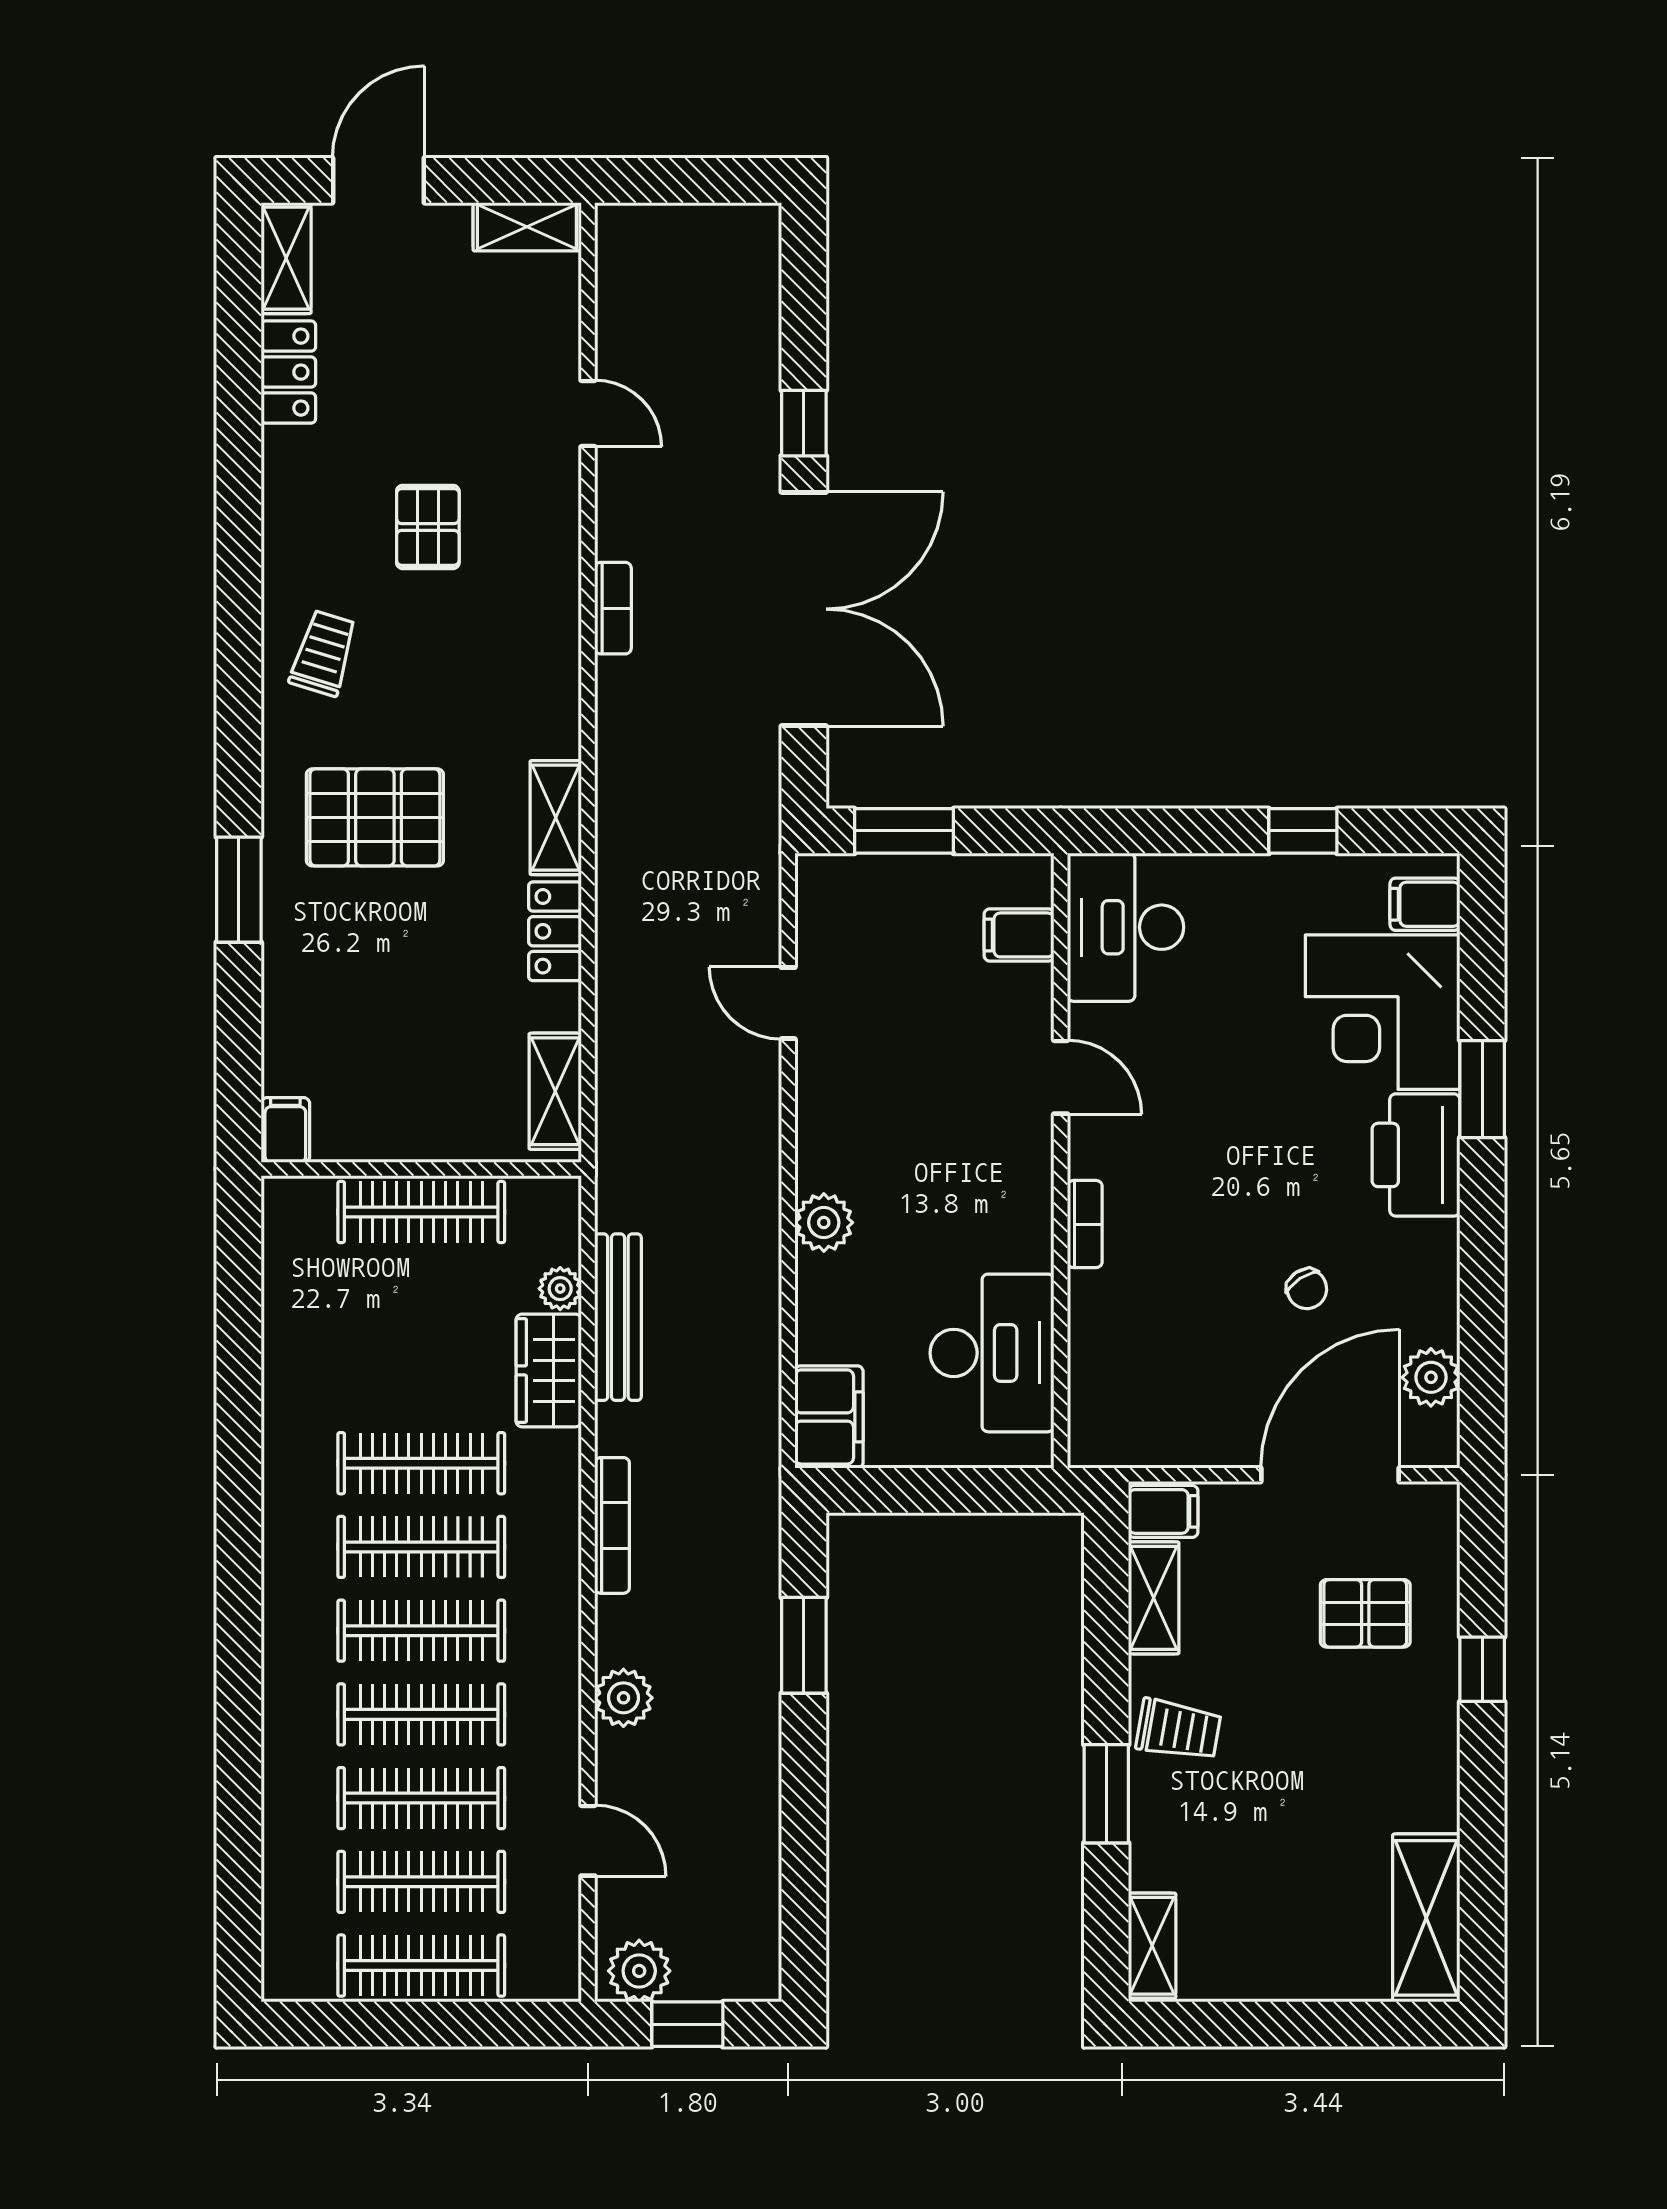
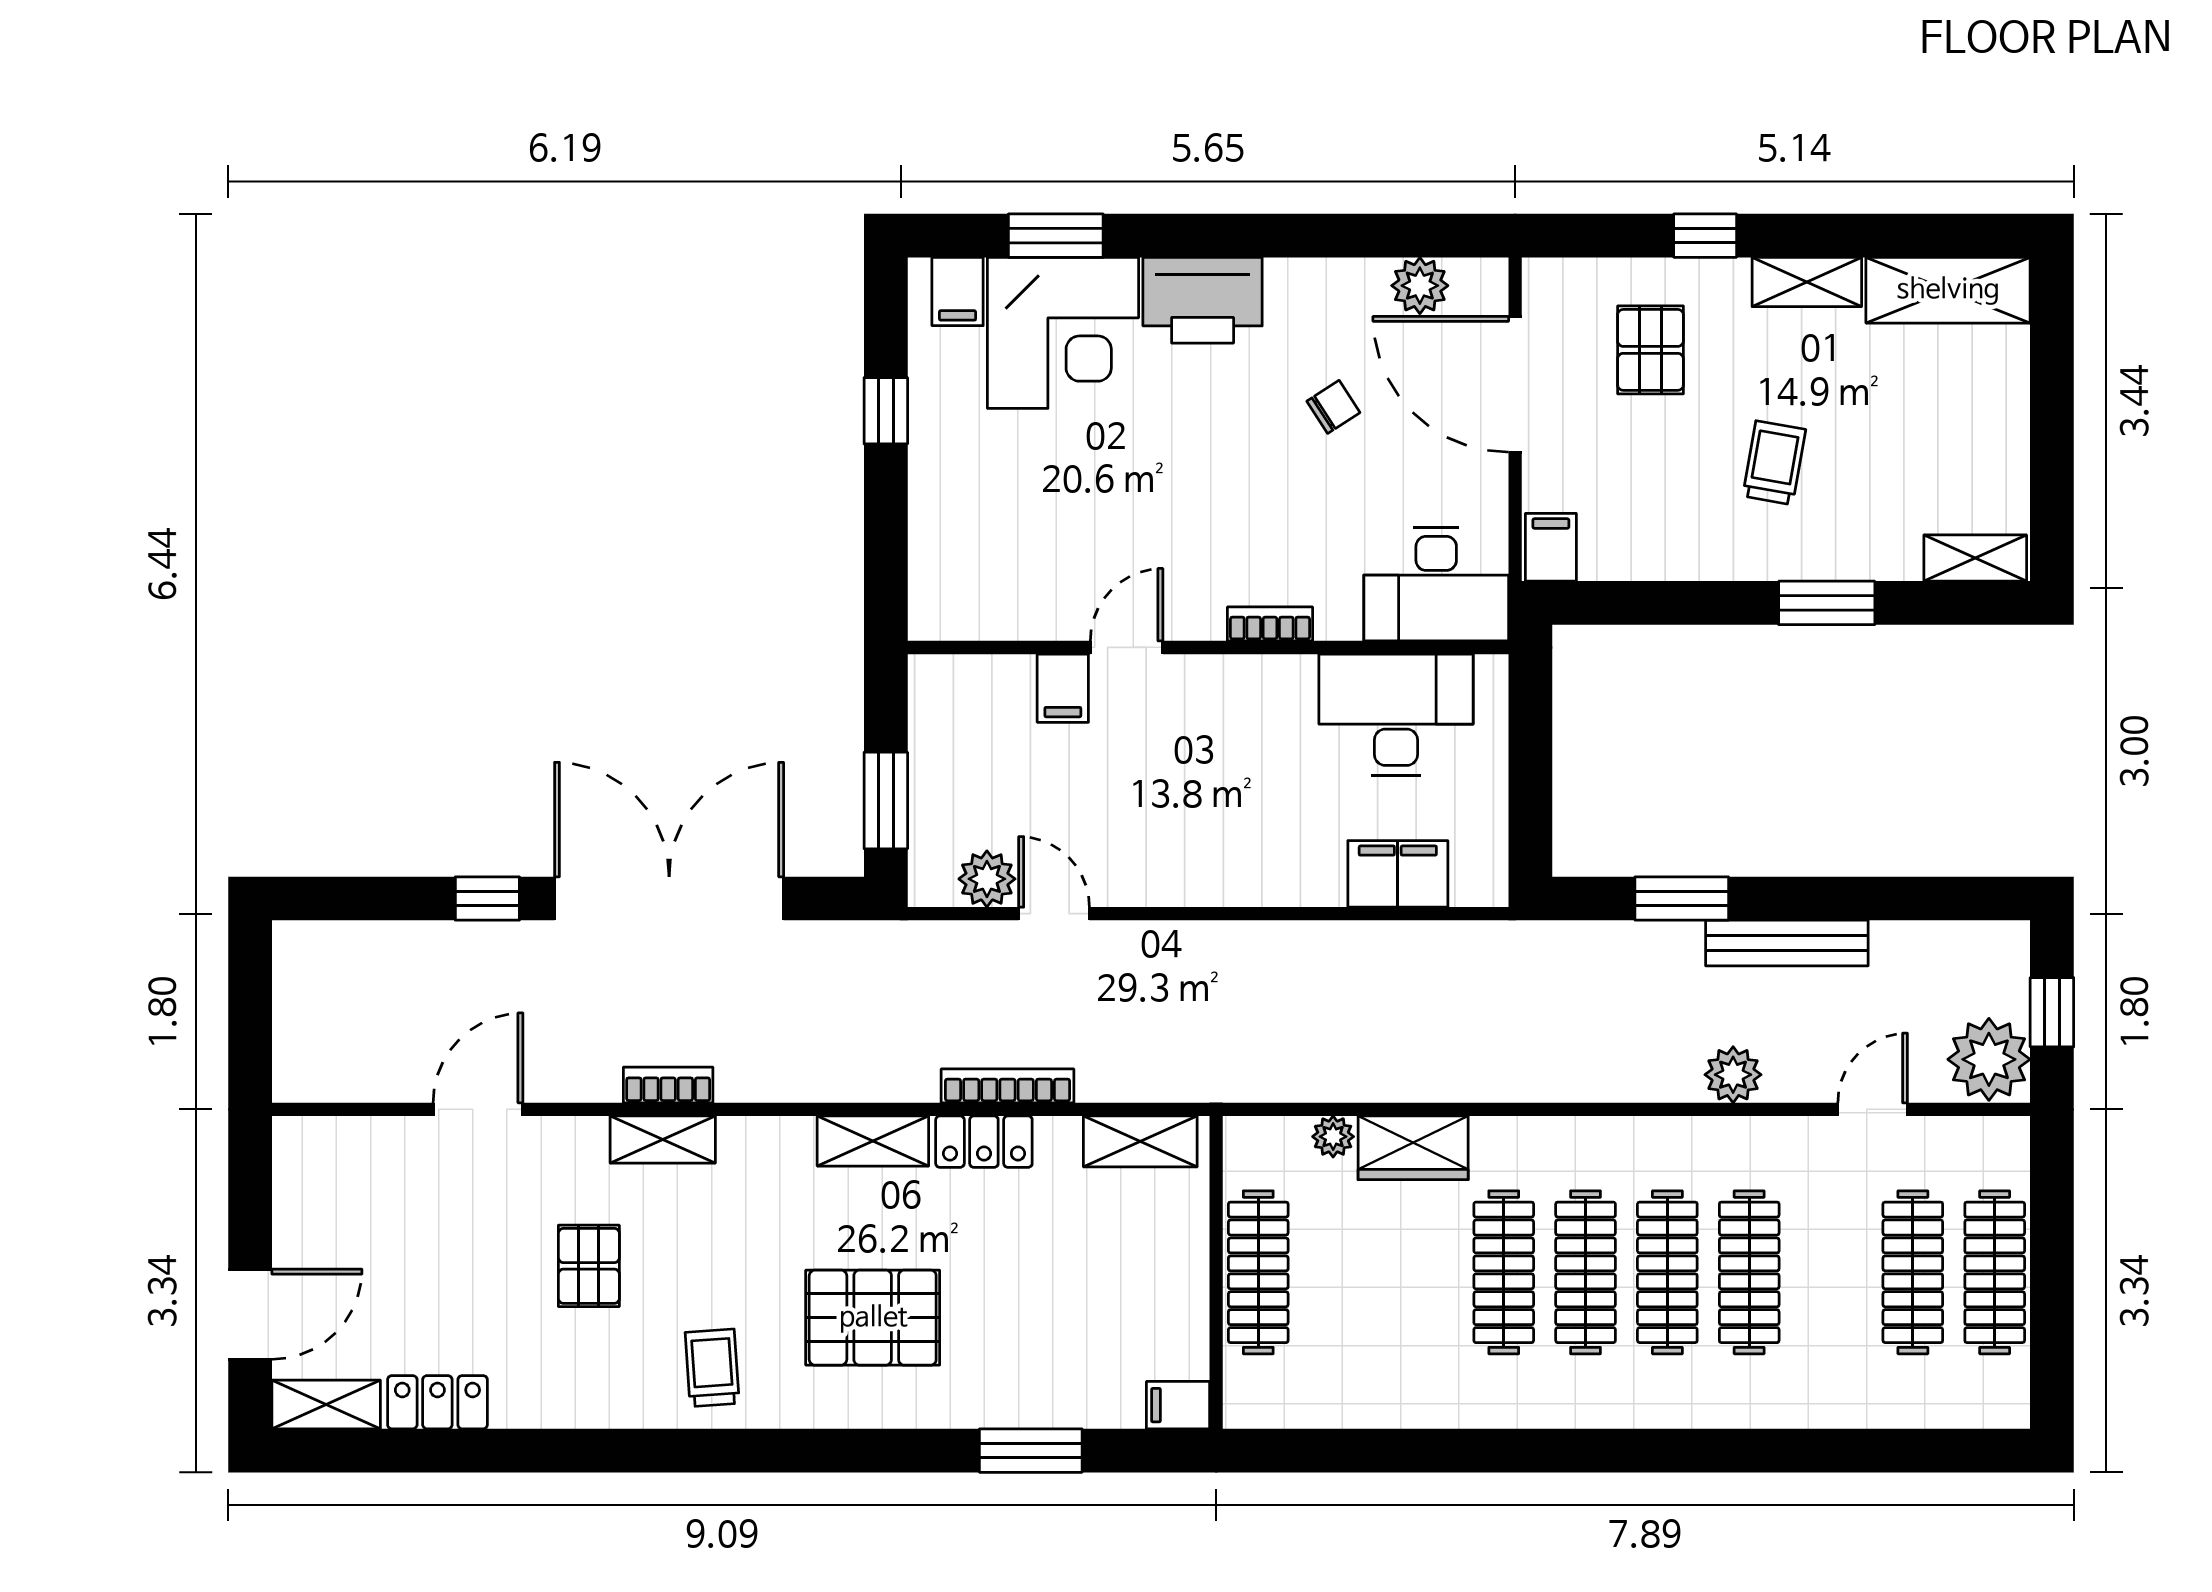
door: (378, 180) -> (250, 1314), swing flipped
shelving: (527, 227) -> (663, 1139), moved, turned 90
door: (588, 413) -> (478, 1109), width x1.38
pallet: (428, 527) -> (589, 1266), turned 90
trolley: (323, 653) -> (712, 1368), turned 69
pallet: (375, 817) -> (873, 1318), turned 90
window: (239, 890) -> (1031, 1451), moved
desk: (1126, 927) -> (1436, 584), moved
filing cabinet: (1019, 935) -> (1063, 688), moved
door: (788, 1003) -> (1054, 914), swing flipped
window: (1482, 1089) -> (1056, 236), moved
plant: (824, 1223) -> (987, 879), moved
bench: (618, 1317) -> (1787, 943), moved
filing cabinet: (829, 1417) -> (1398, 874), moved
bookcase: (612, 1525) -> (1008, 1086), moved
shelving: (1154, 1598) -> (1807, 282), moved
trolley: (1178, 1730) -> (1774, 463), moved
clothes rail: (421, 1798) -> (1831, 1272), removed
plant: (639, 1971) -> (1989, 1059), width x1.36, depth x1.36

